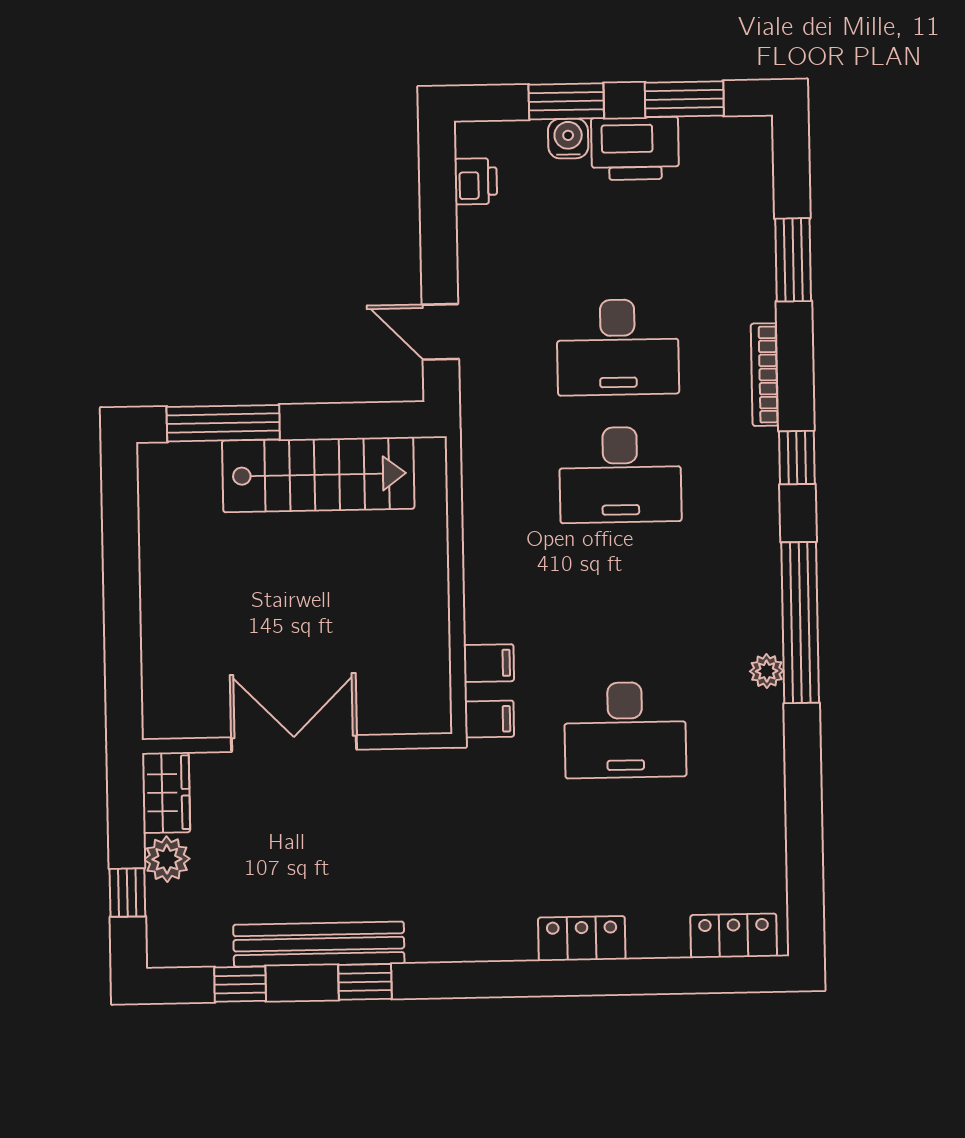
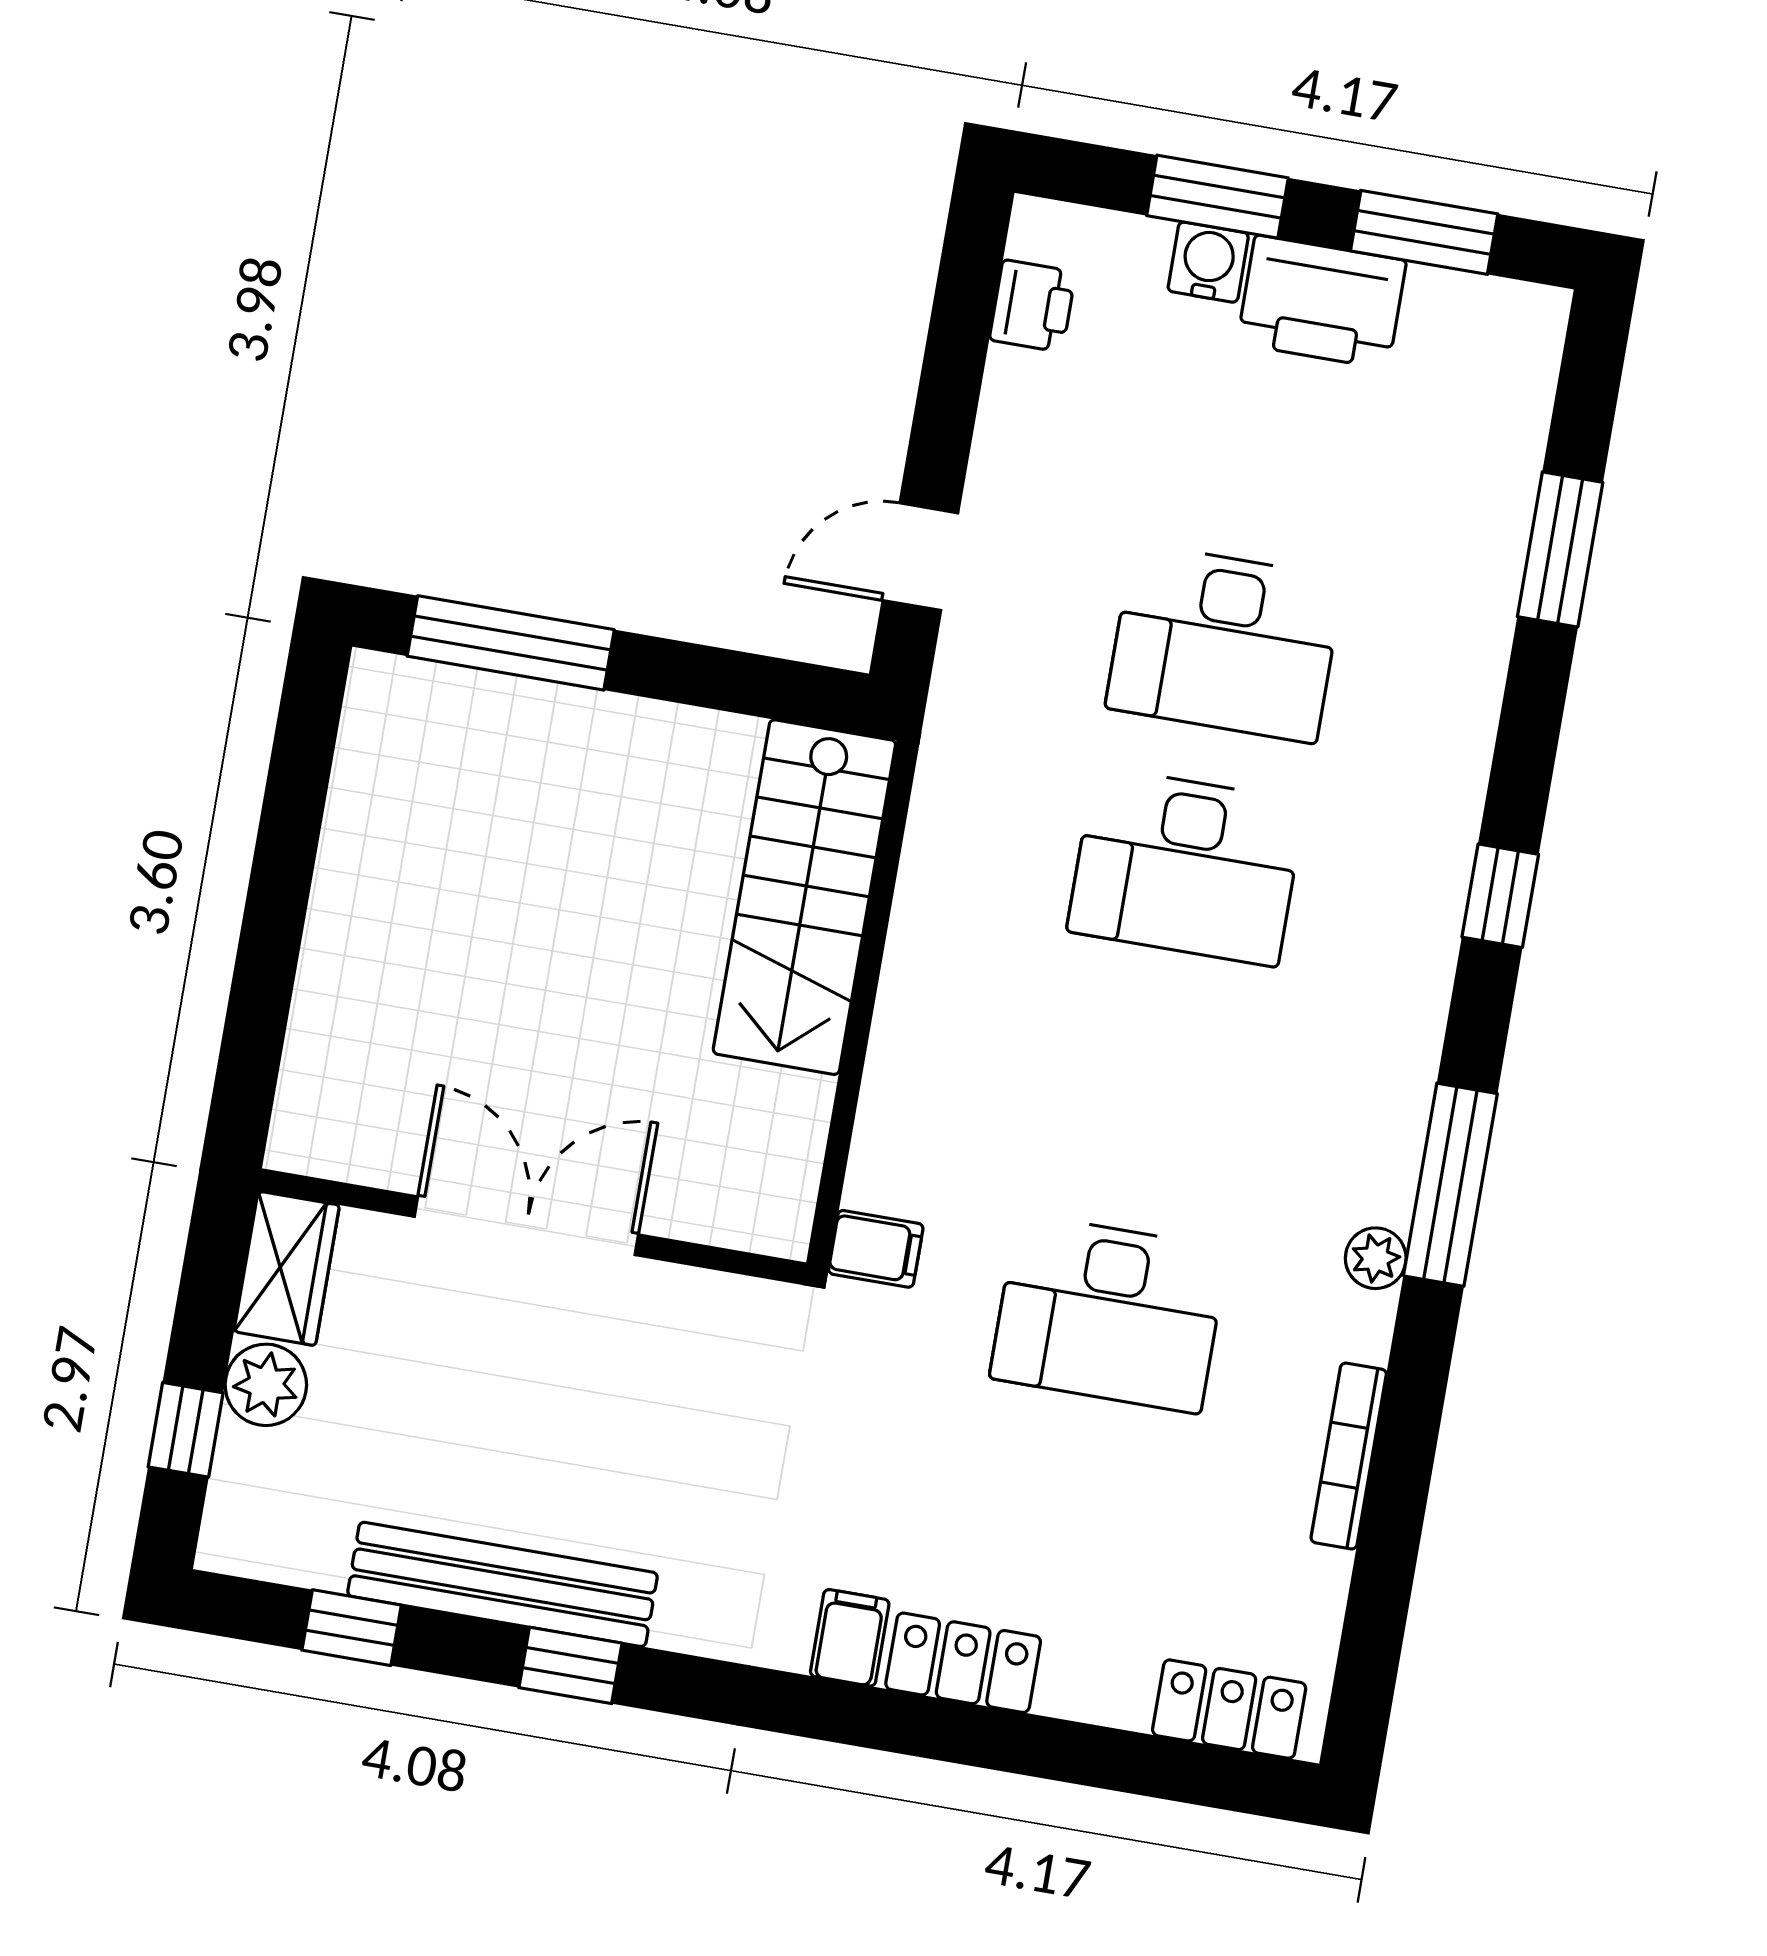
door: (440, 332) -> (920, 557), hinge flipped
bookcase: (765, 375) -> (1349, 1456), moved
stairs: (318, 475) -> (804, 897), moved, turned 90
window: (800, 623) -> (1450, 1185), width x0.68
filing cabinet: (489, 663) -> (850, 1638), moved, turned -90

